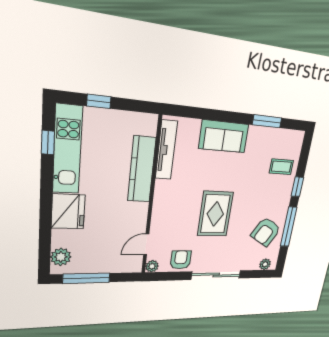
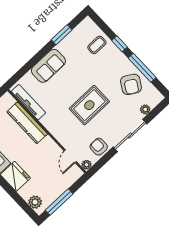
rug: (215, 214) -> (89, 105), turned 90
plant: (265, 264) -> (145, 109), moved

